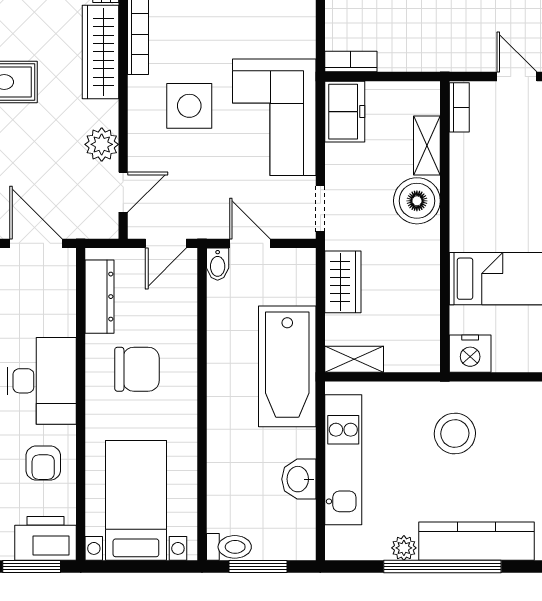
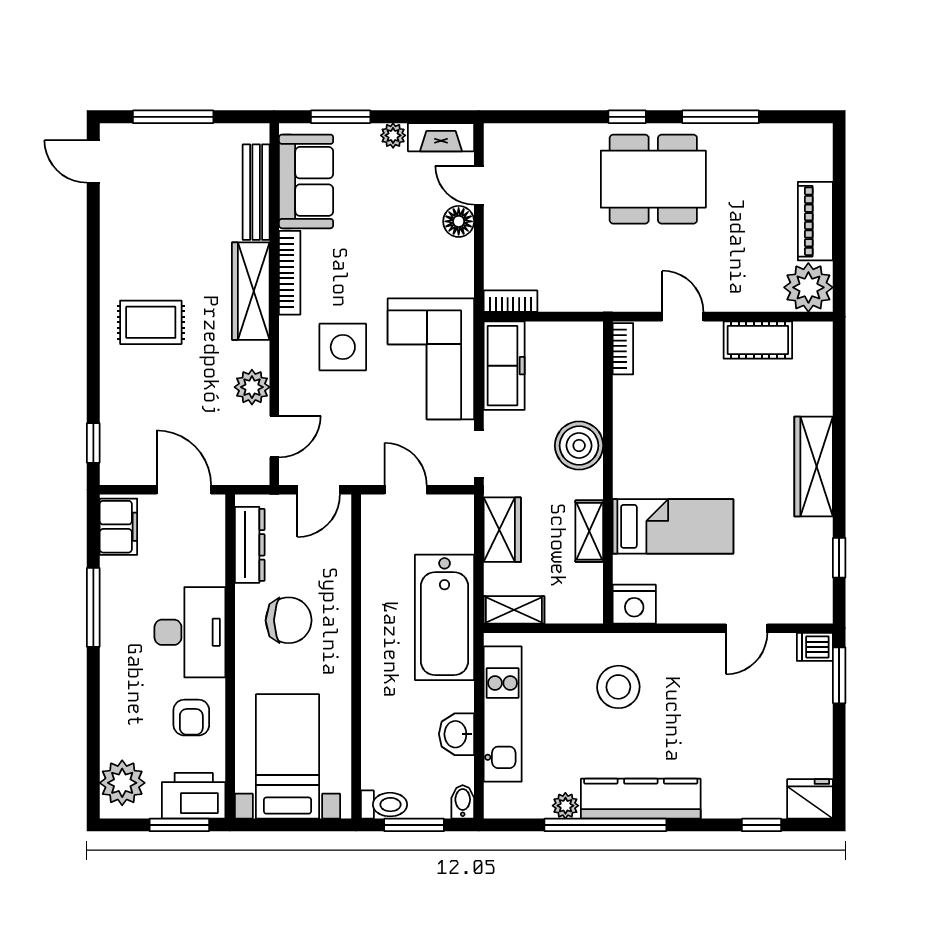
freezer: (345, 112) -> (504, 366), width x1.40
shelving: (427, 145) -> (589, 531), moved
bidet: (218, 264) -> (463, 802), moved, turned 180

